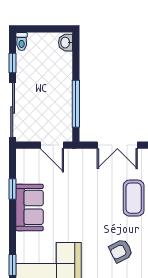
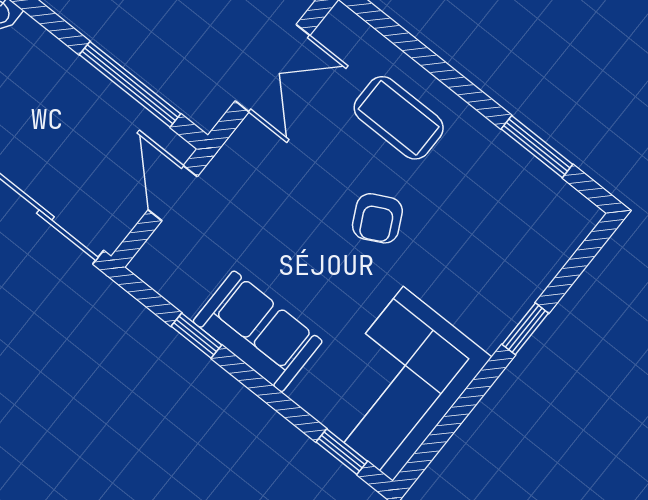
door: (52, 145) -> (173, 193), swing flipped
armchair: (121, 251) -> (377, 218), moved

